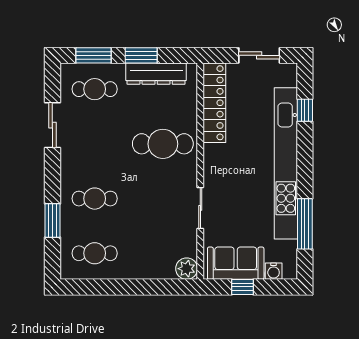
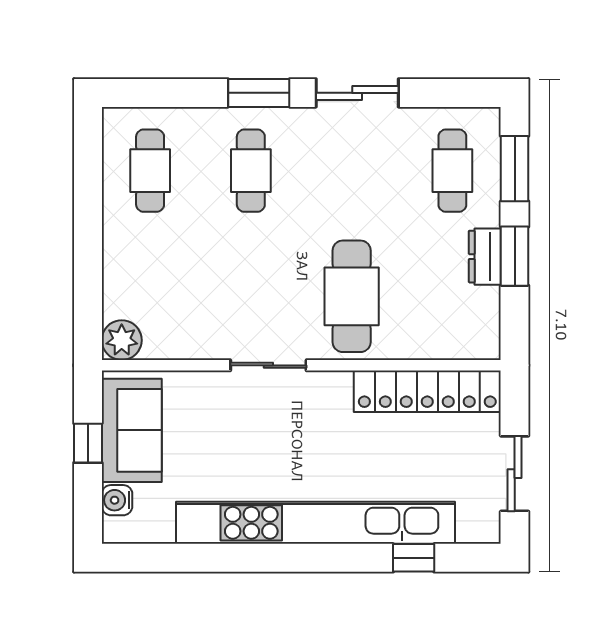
dresser: (156, 74) -> (485, 257), width x0.51, depth x0.80
sliding door: (52, 125) -> (357, 93), moved
sliding door: (200, 208) -> (268, 365), moved
window: (52, 221) -> (259, 93), moved
window: (305, 224) -> (204, 558), removed

